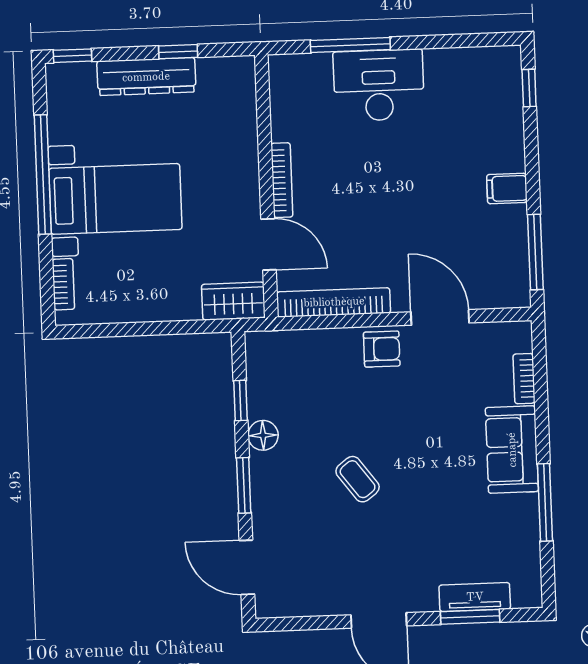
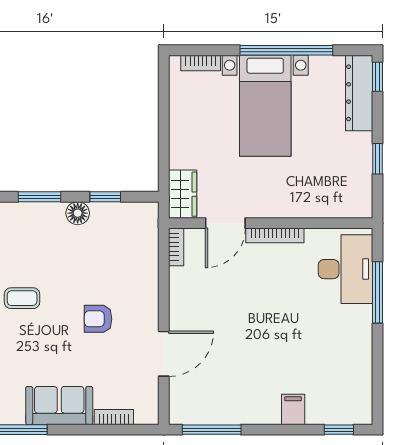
dresser: (146, 77) -> (359, 93), moved
desk: (379, 85) -> (345, 269), moved
filing cabinet: (507, 188) -> (293, 409), moved
bookcase: (334, 302) -> (176, 247), width x0.43, depth x0.76
armchair: (382, 349) -> (98, 319), moved, turned 90
coffee table: (358, 479) -> (22, 298), moved, turned 37

